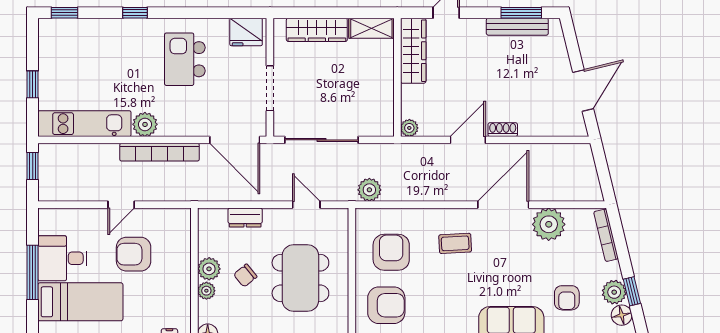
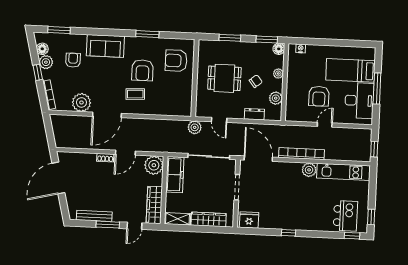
window: (135, 13) -> (288, 233), moved
window: (521, 13) -> (108, 225), moved
kitchen island: (185, 59) -> (345, 216), moved
window: (33, 84) -> (371, 217), moved
door: (583, 90) -> (58, 178), width x1.36
freezer: (380, 105) -> (175, 175), added
plant: (409, 128) -> (154, 165), width x1.88, depth x1.88
plant: (369, 190) -> (195, 127), moved
armchair: (391, 252) -> (142, 70), moved
armchair: (134, 254) -> (319, 96), turned 90
desk: (62, 258) -> (359, 101), width x1.37
plant: (209, 269) -> (276, 98), moved
dining table: (300, 278) -> (224, 78), width x0.73
window: (632, 291) -> (38, 72), moved

